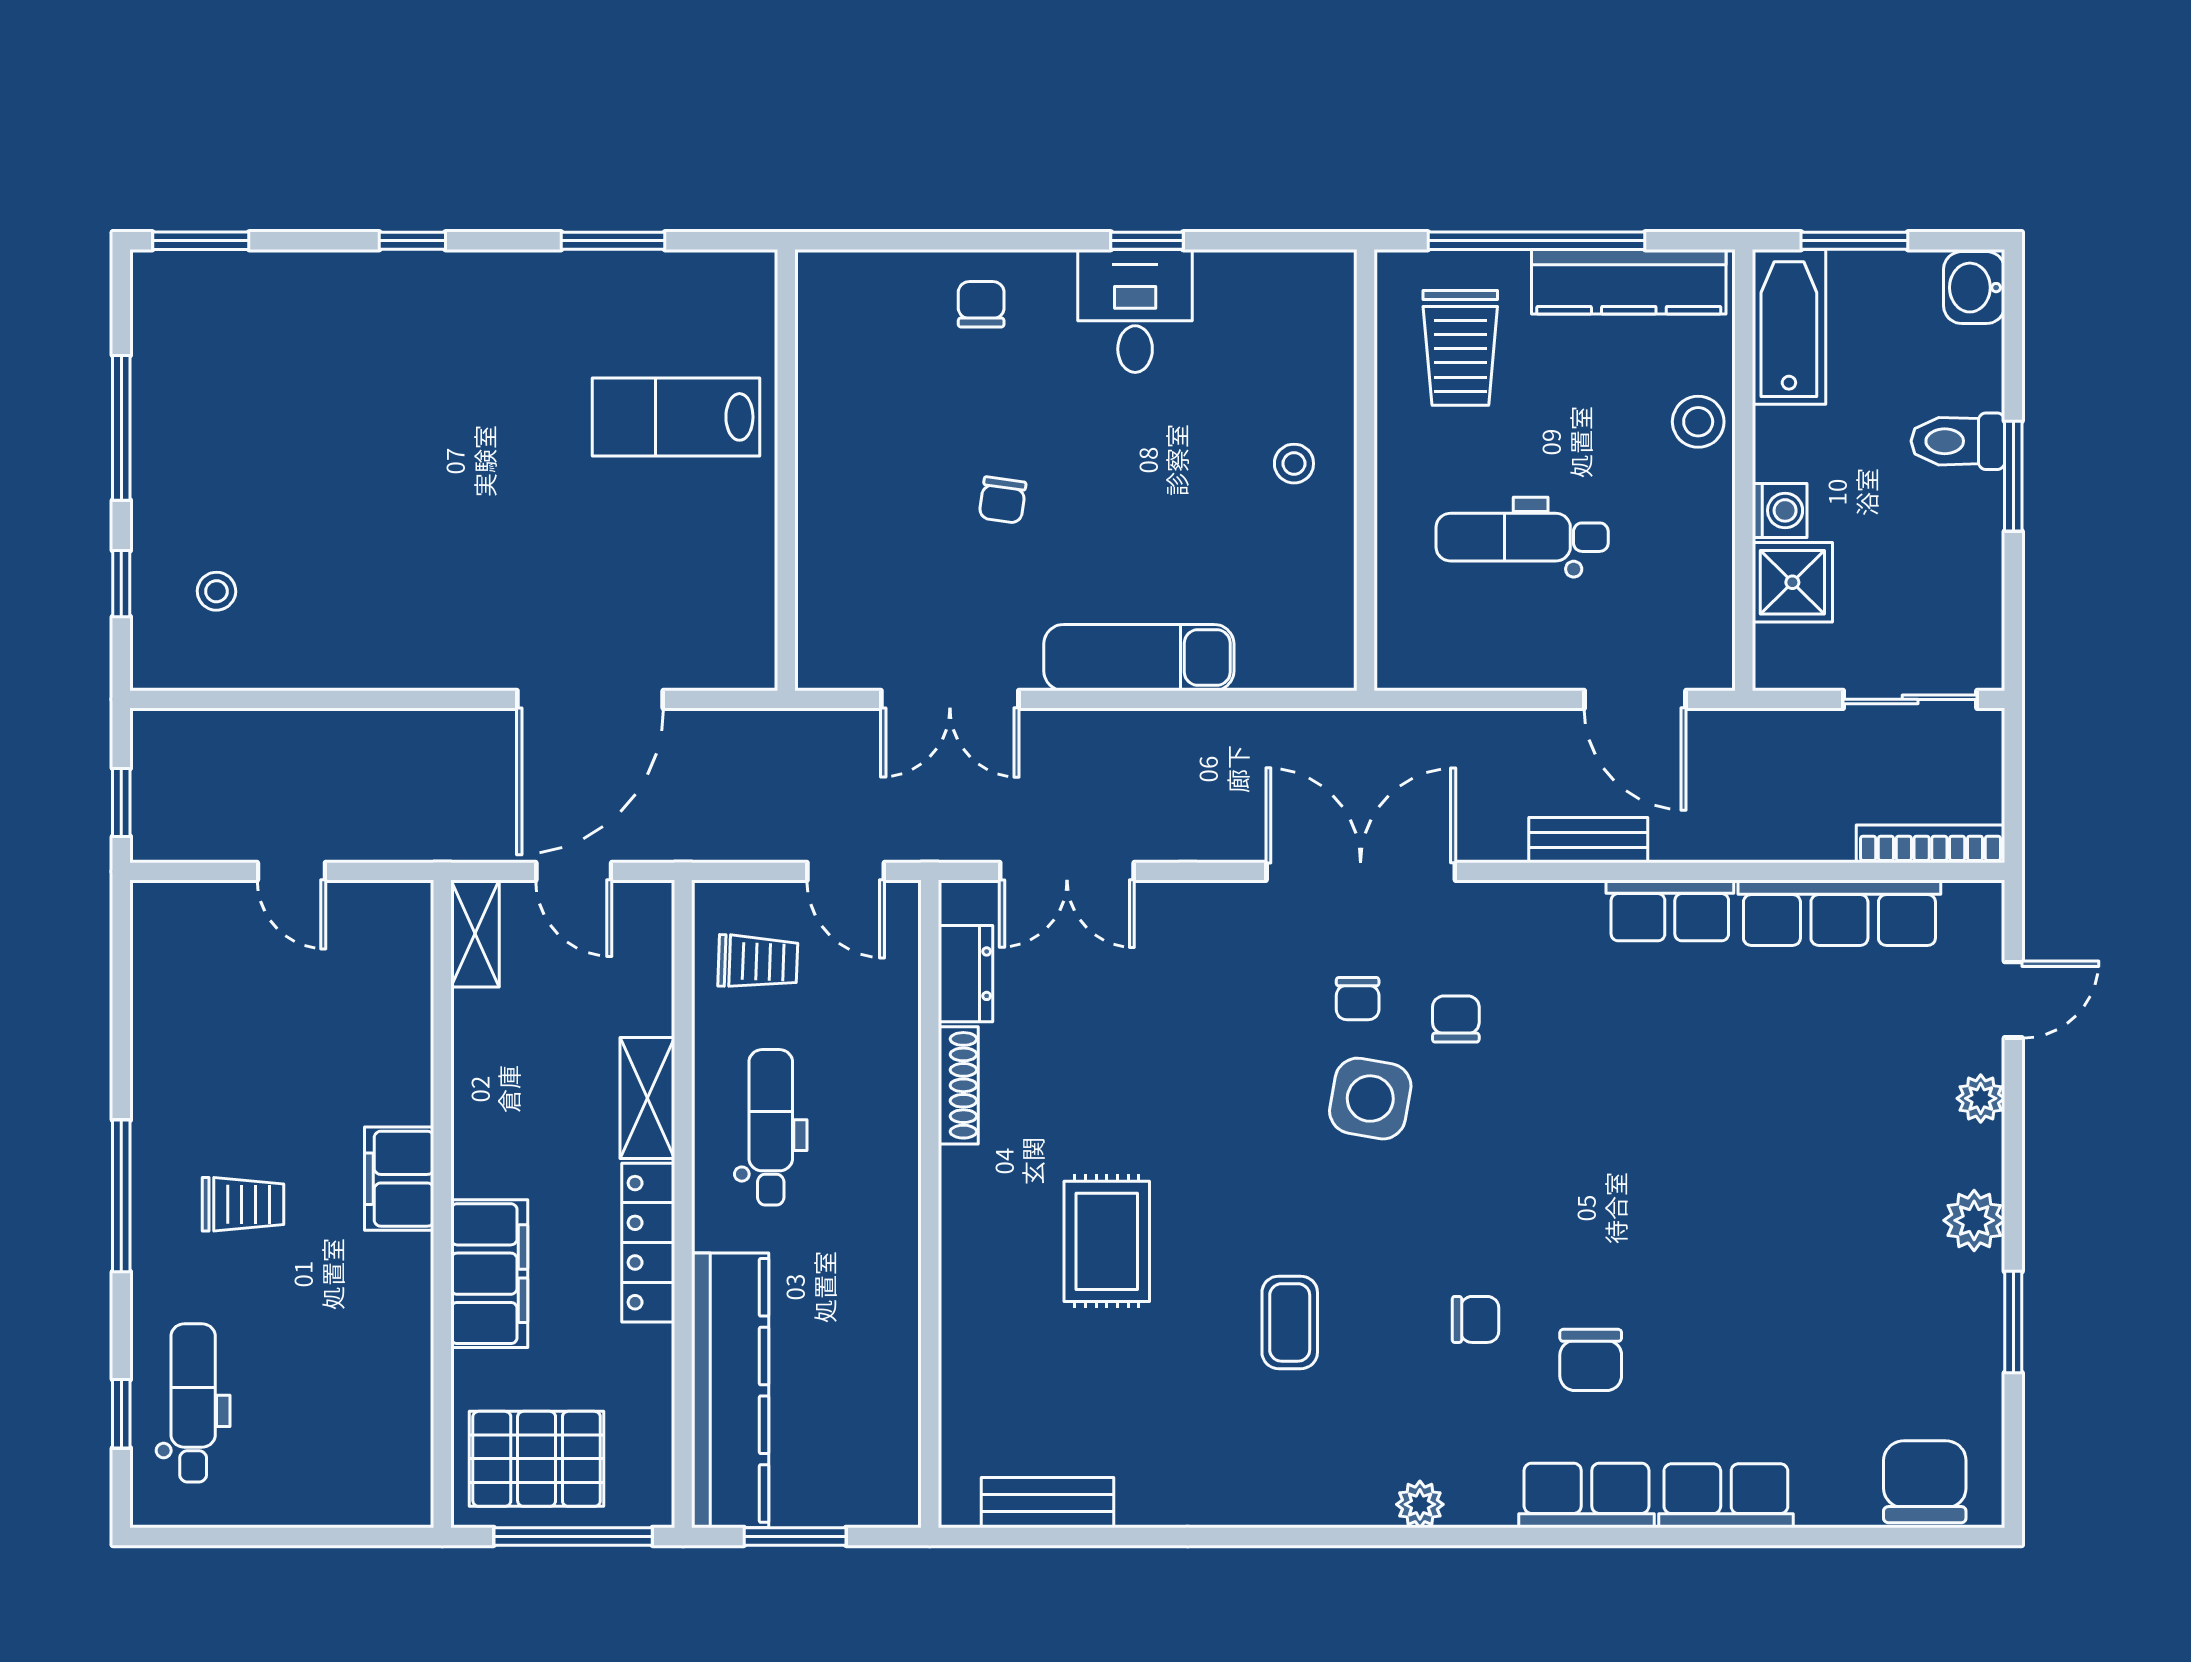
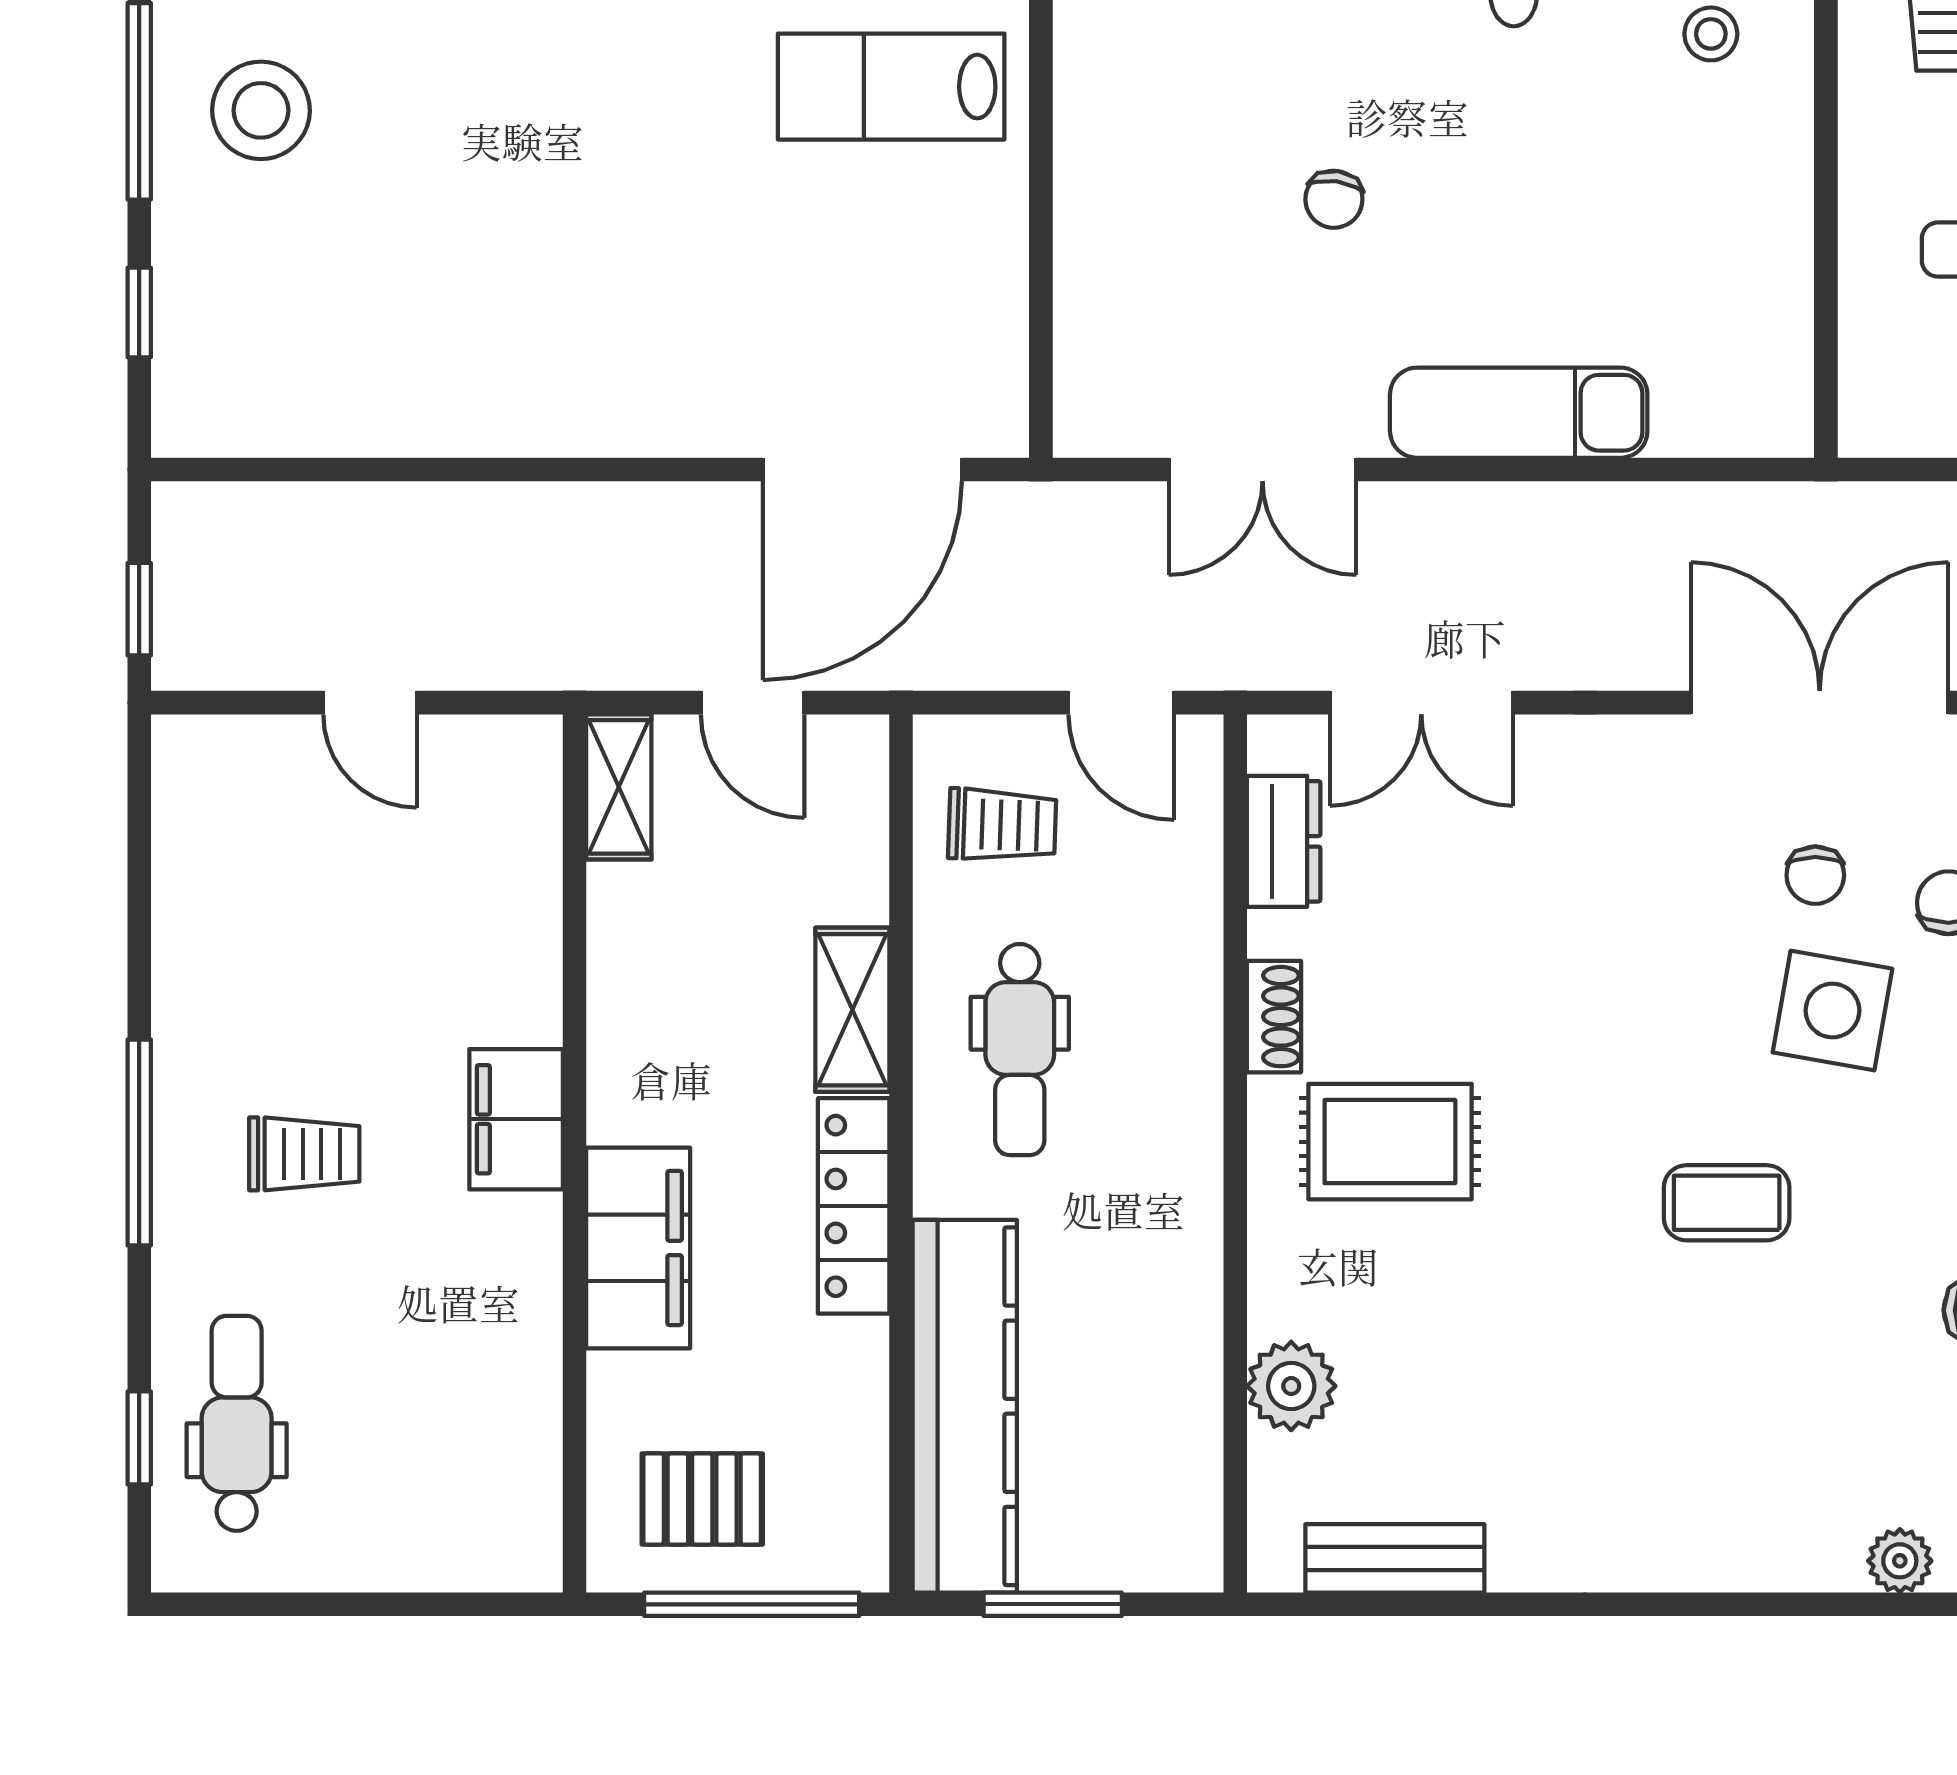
stool: (1294, 464) -> (1711, 34), moved
stool: (216, 591) -> (261, 110), moved, width x1.89, depth x1.89
door: (590, 699) -> (862, 469), moved
shoe rack: (958, 1085) -> (1274, 1017), width x0.70
dental chair: (771, 1127) -> (1020, 1050), turned 180
rug: (1107, 1241) -> (1390, 1142), moved, turned 90
coffee table: (1290, 1322) -> (1727, 1203), moved, turned 90
plant: (971, 1375) -> (1291, 1386), added
pallet: (537, 1459) -> (702, 1499), width x0.67, depth x0.71

